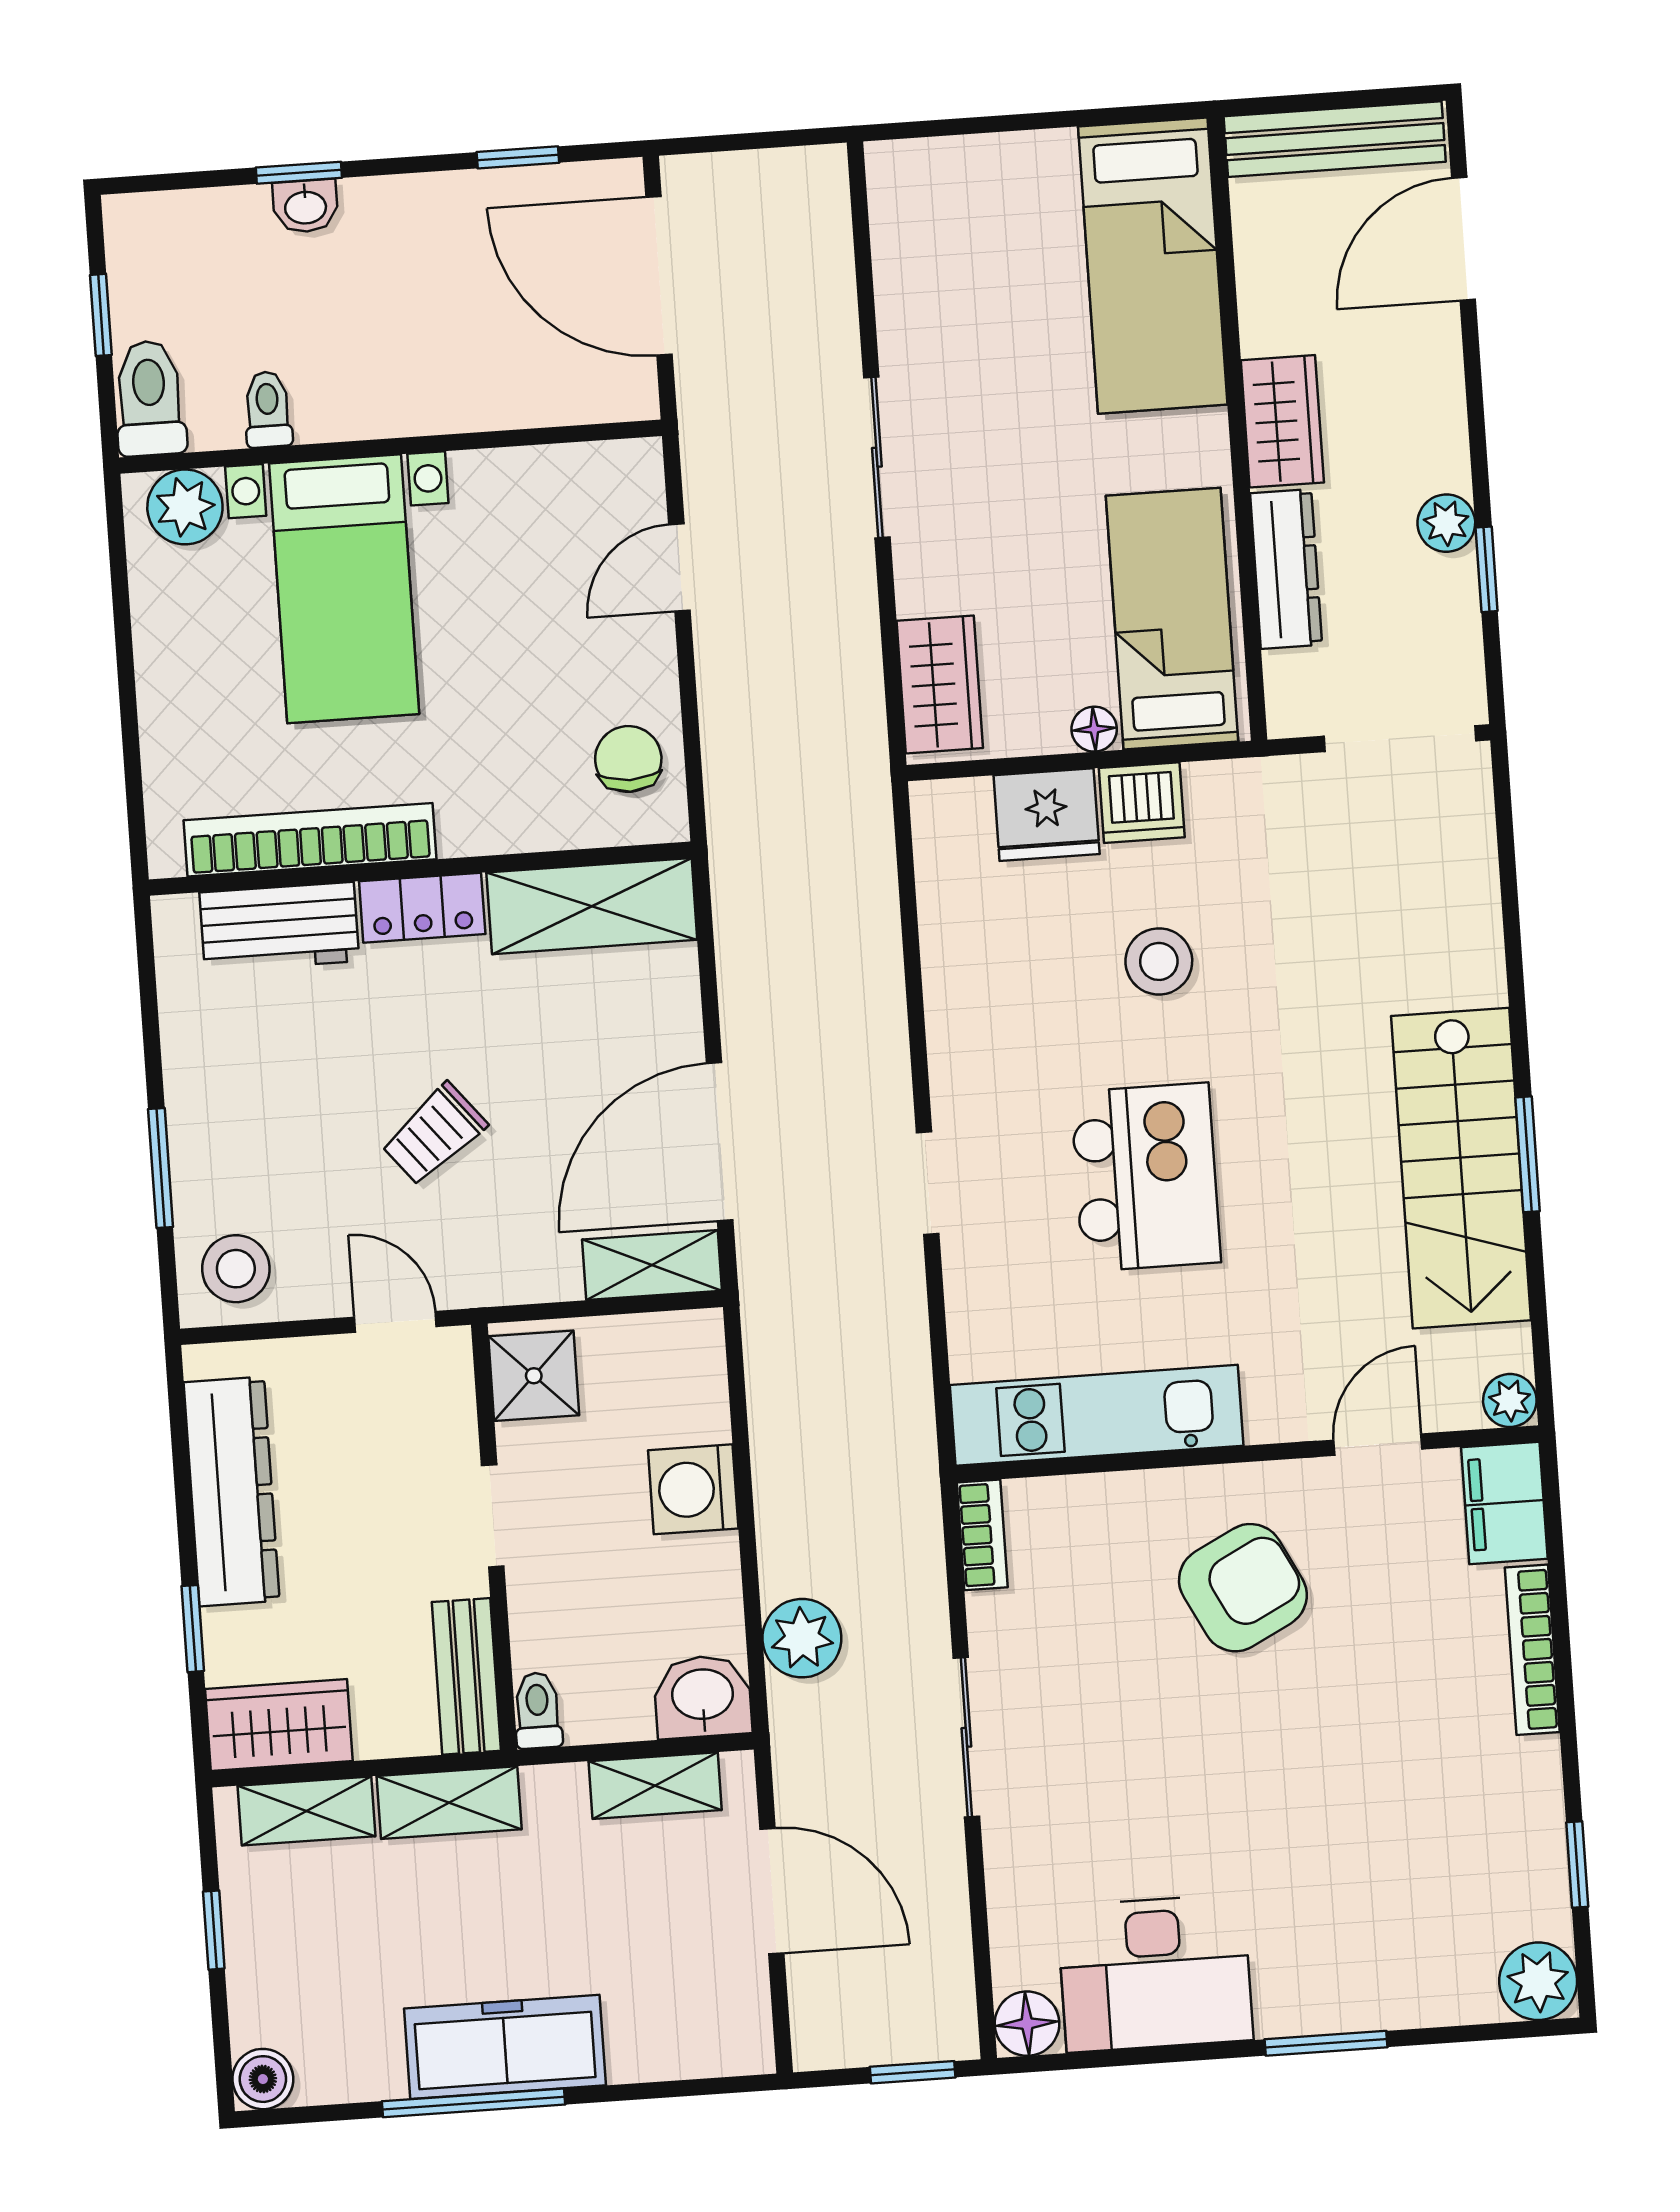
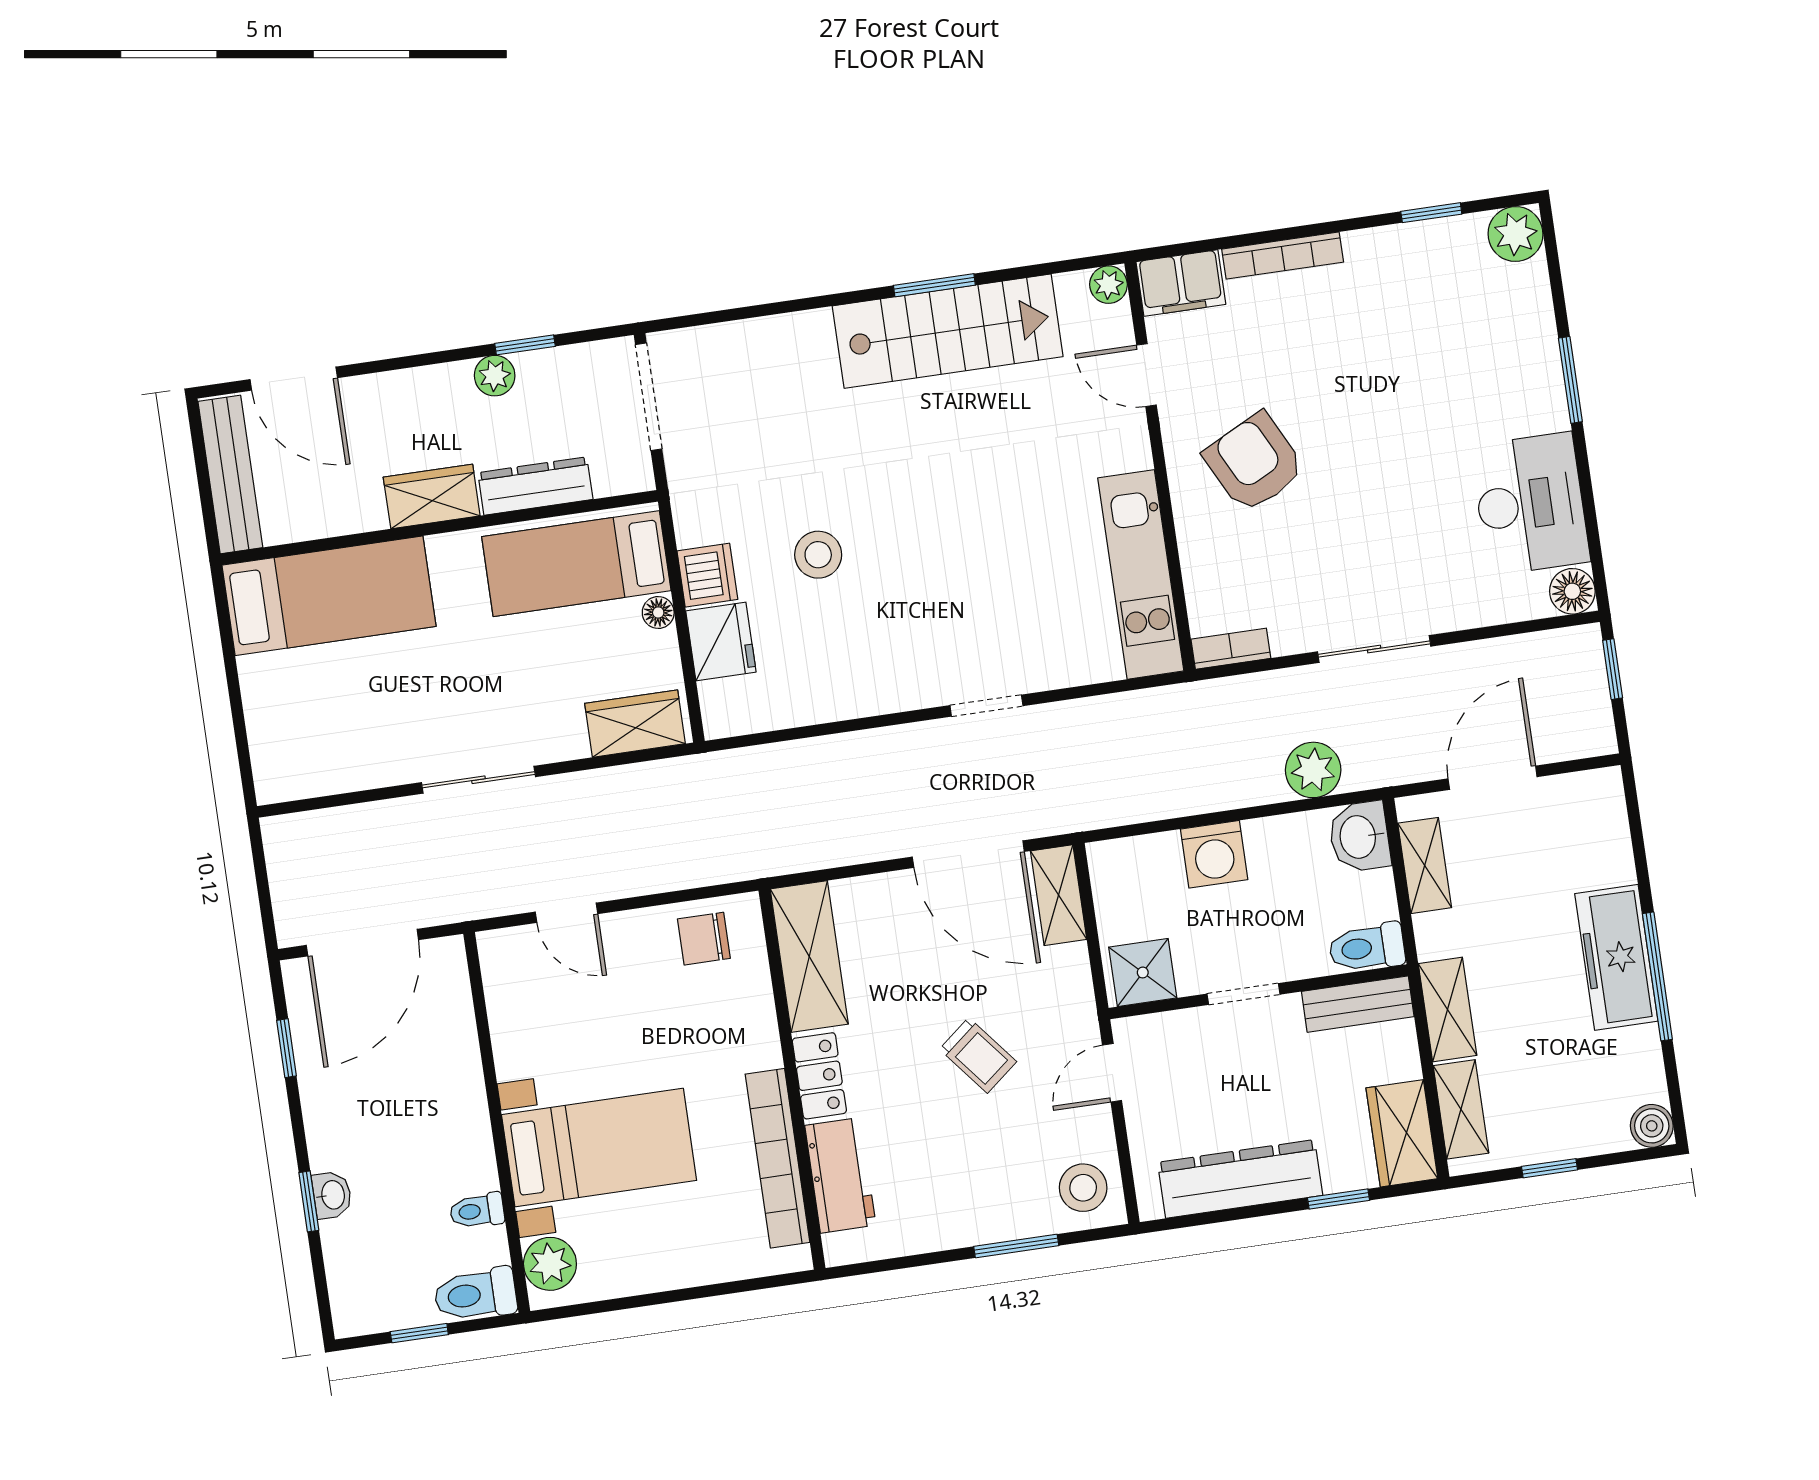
kitchen island: (1146, 1177) -> (971, 553), removed
toilet: (538, 1710) -> (1367, 948), width x1.37, depth x1.39

